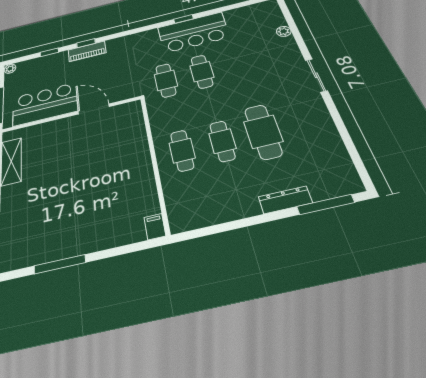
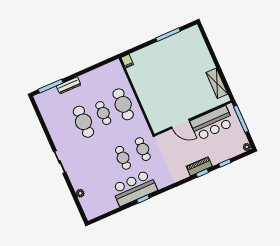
cafe table: (182, 151) -> (123, 104), width x1.37, depth x1.35

